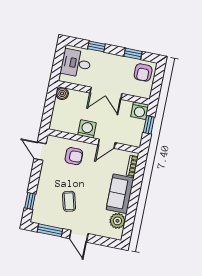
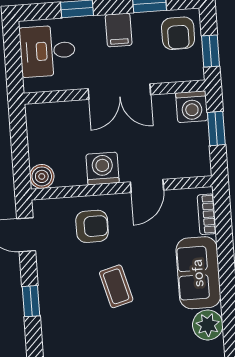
filing cabinet: (114, 63) -> (119, 30), added
window: (157, 86) -> (211, 51), added
boiler: (62, 93) -> (42, 176), moved
window: (30, 201) -> (31, 301), moved
coffee table: (69, 201) -> (116, 286), moved

